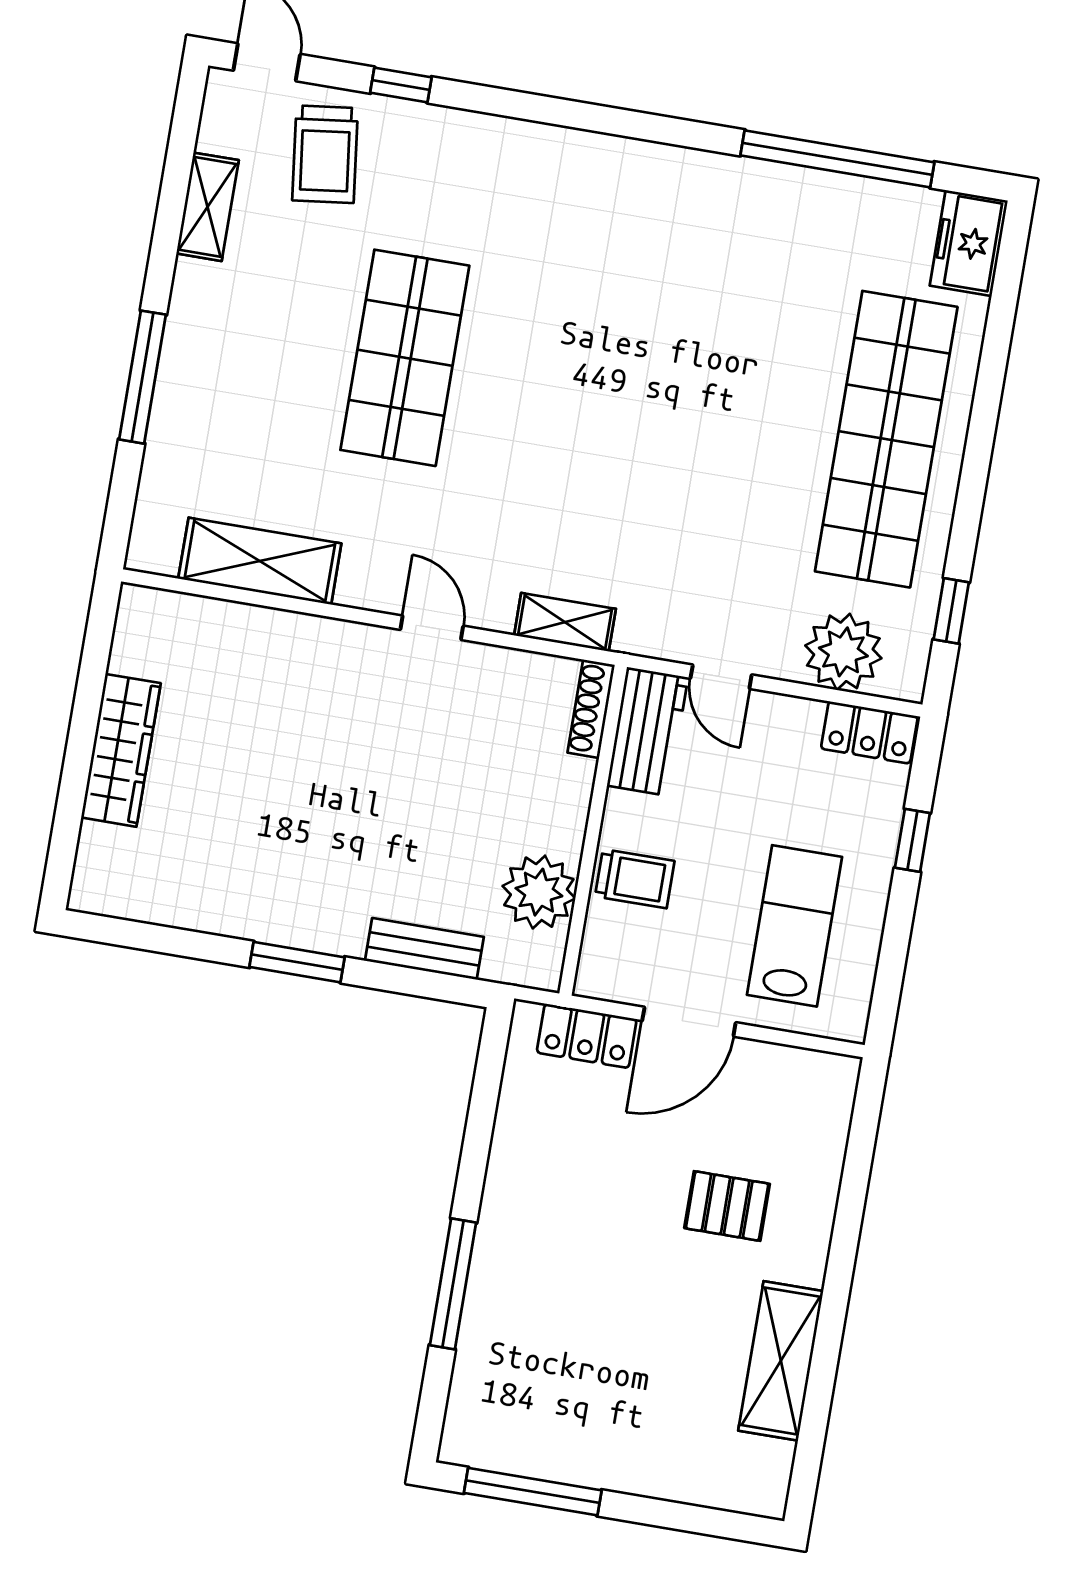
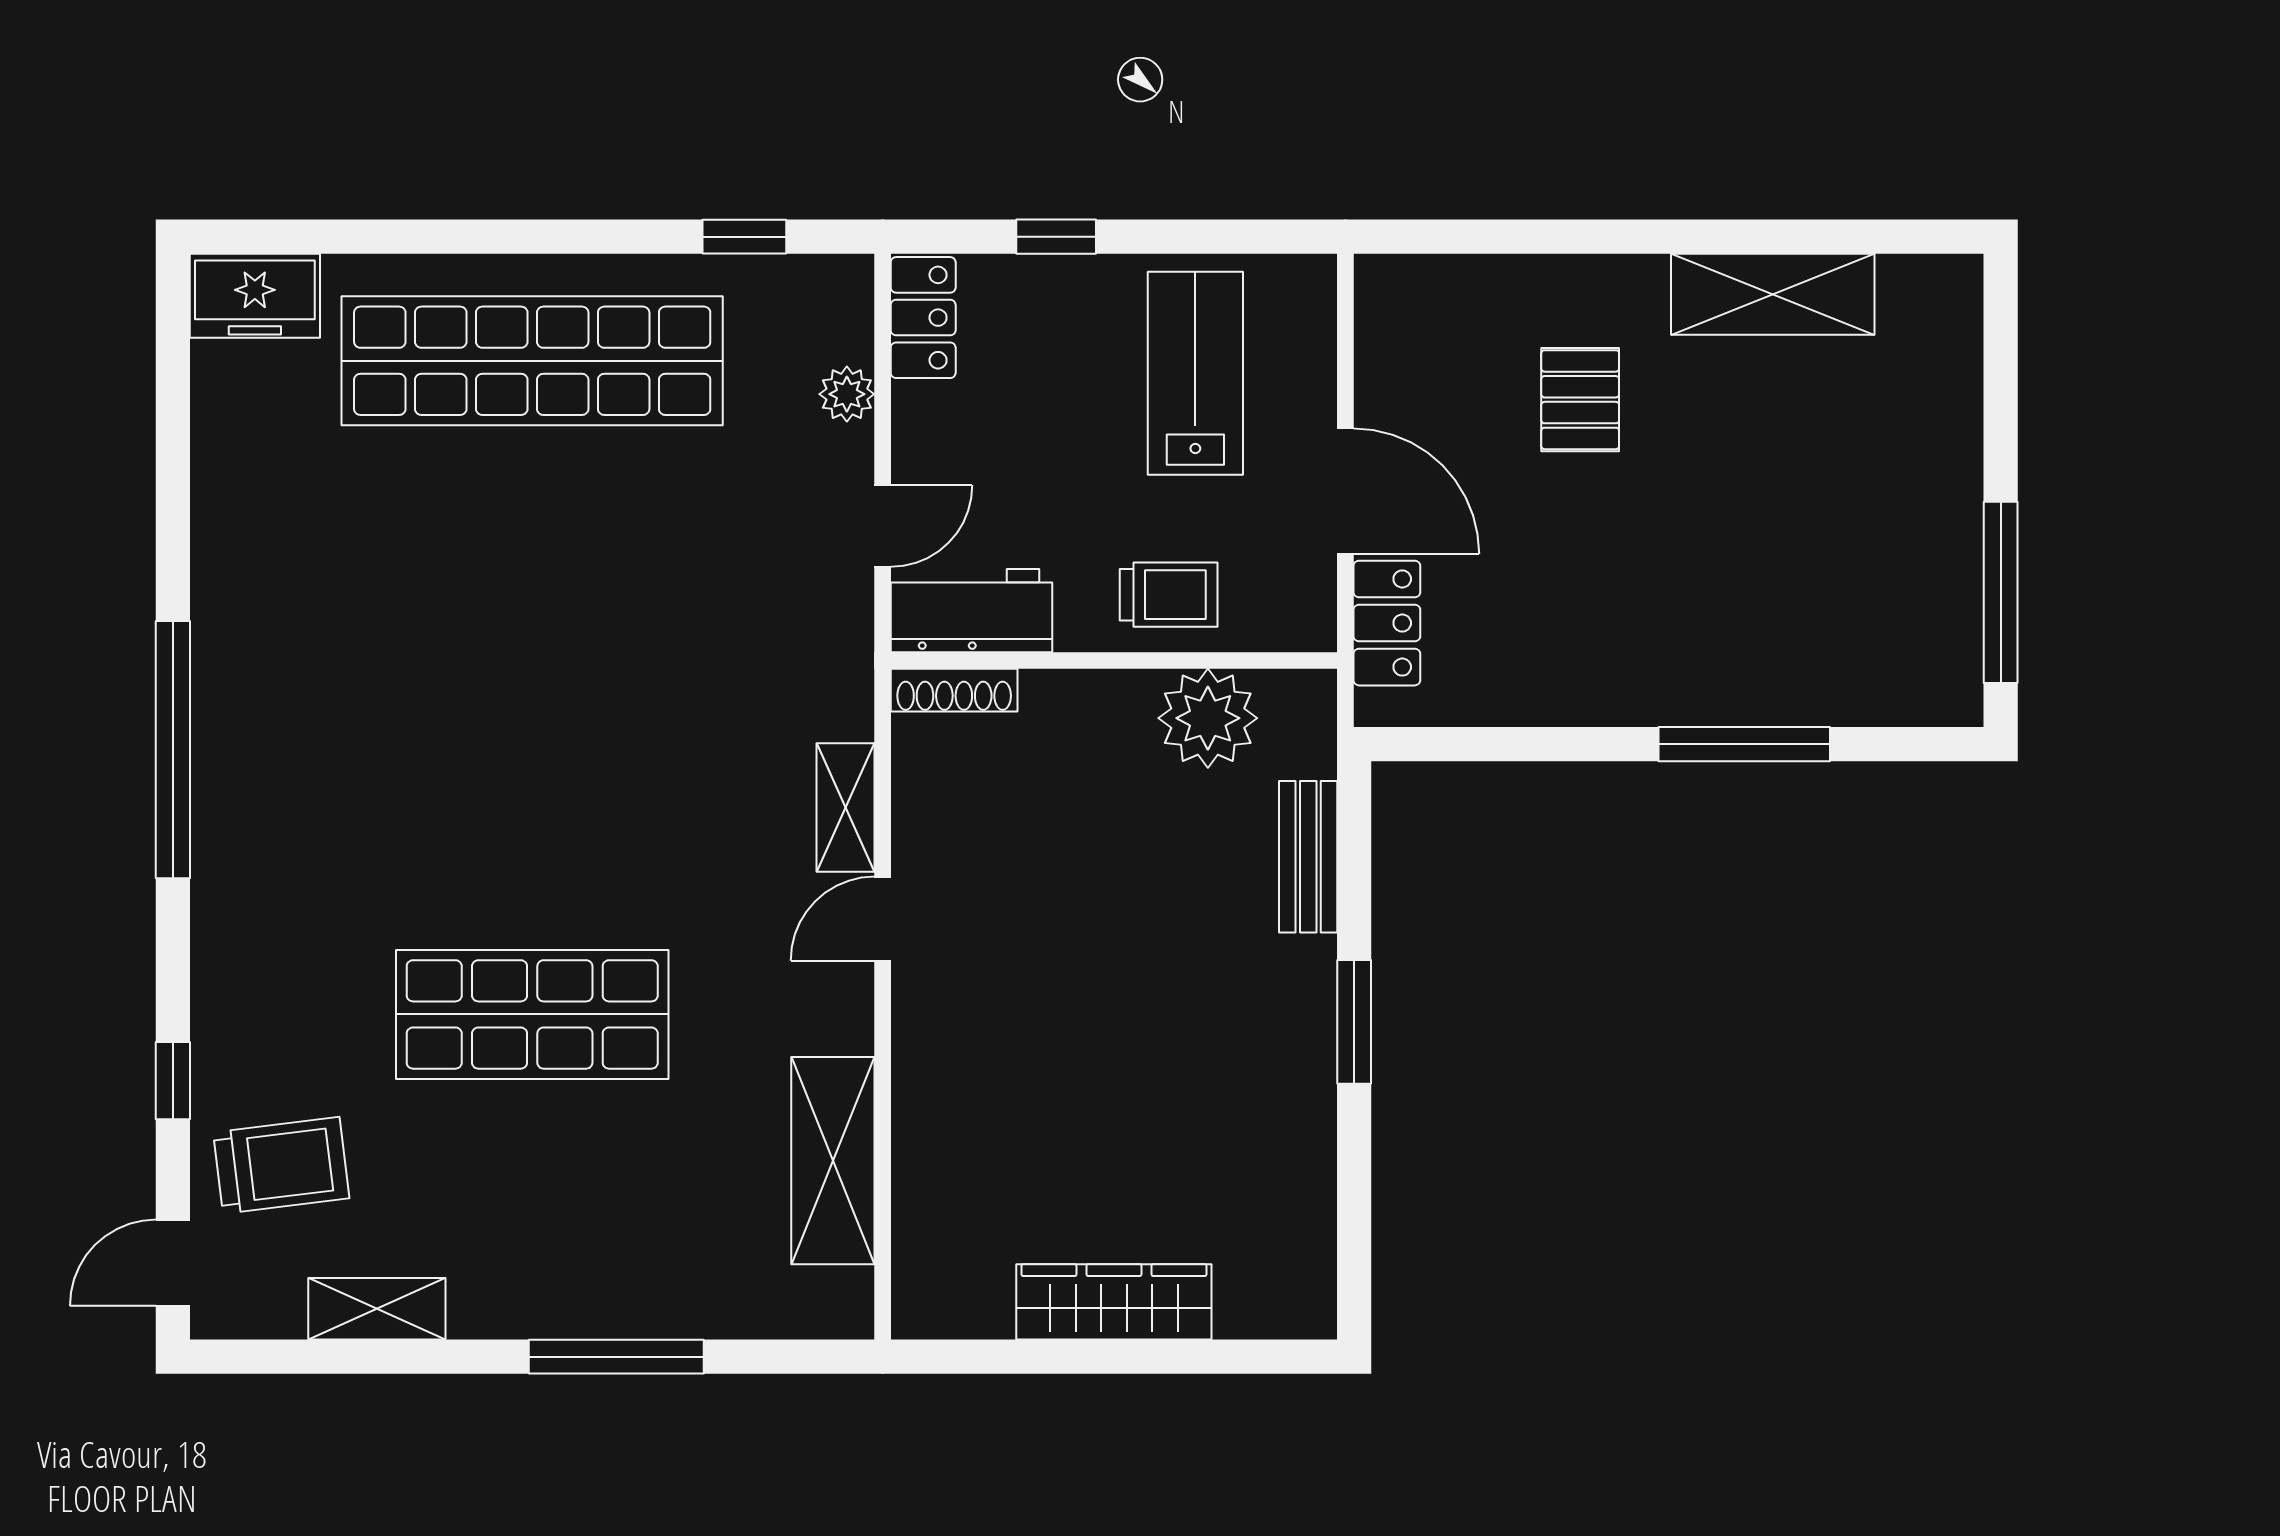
window: (837, 159) -> (173, 750), moved
shelving: (565, 622) -> (846, 808), moved
plant: (843, 652) -> (847, 394), width x0.53, depth x0.53
trolley: (635, 879) -> (1169, 595), turned 90
lab bench: (794, 926) -> (1195, 373), turned 90

